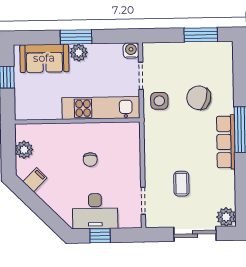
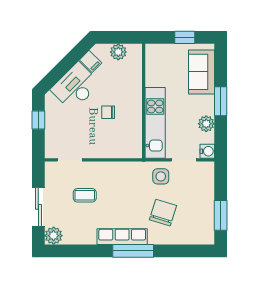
plant: (79, 53) -> (206, 124), moved
desk: (95, 211) -> (75, 87), moved, turned 45

